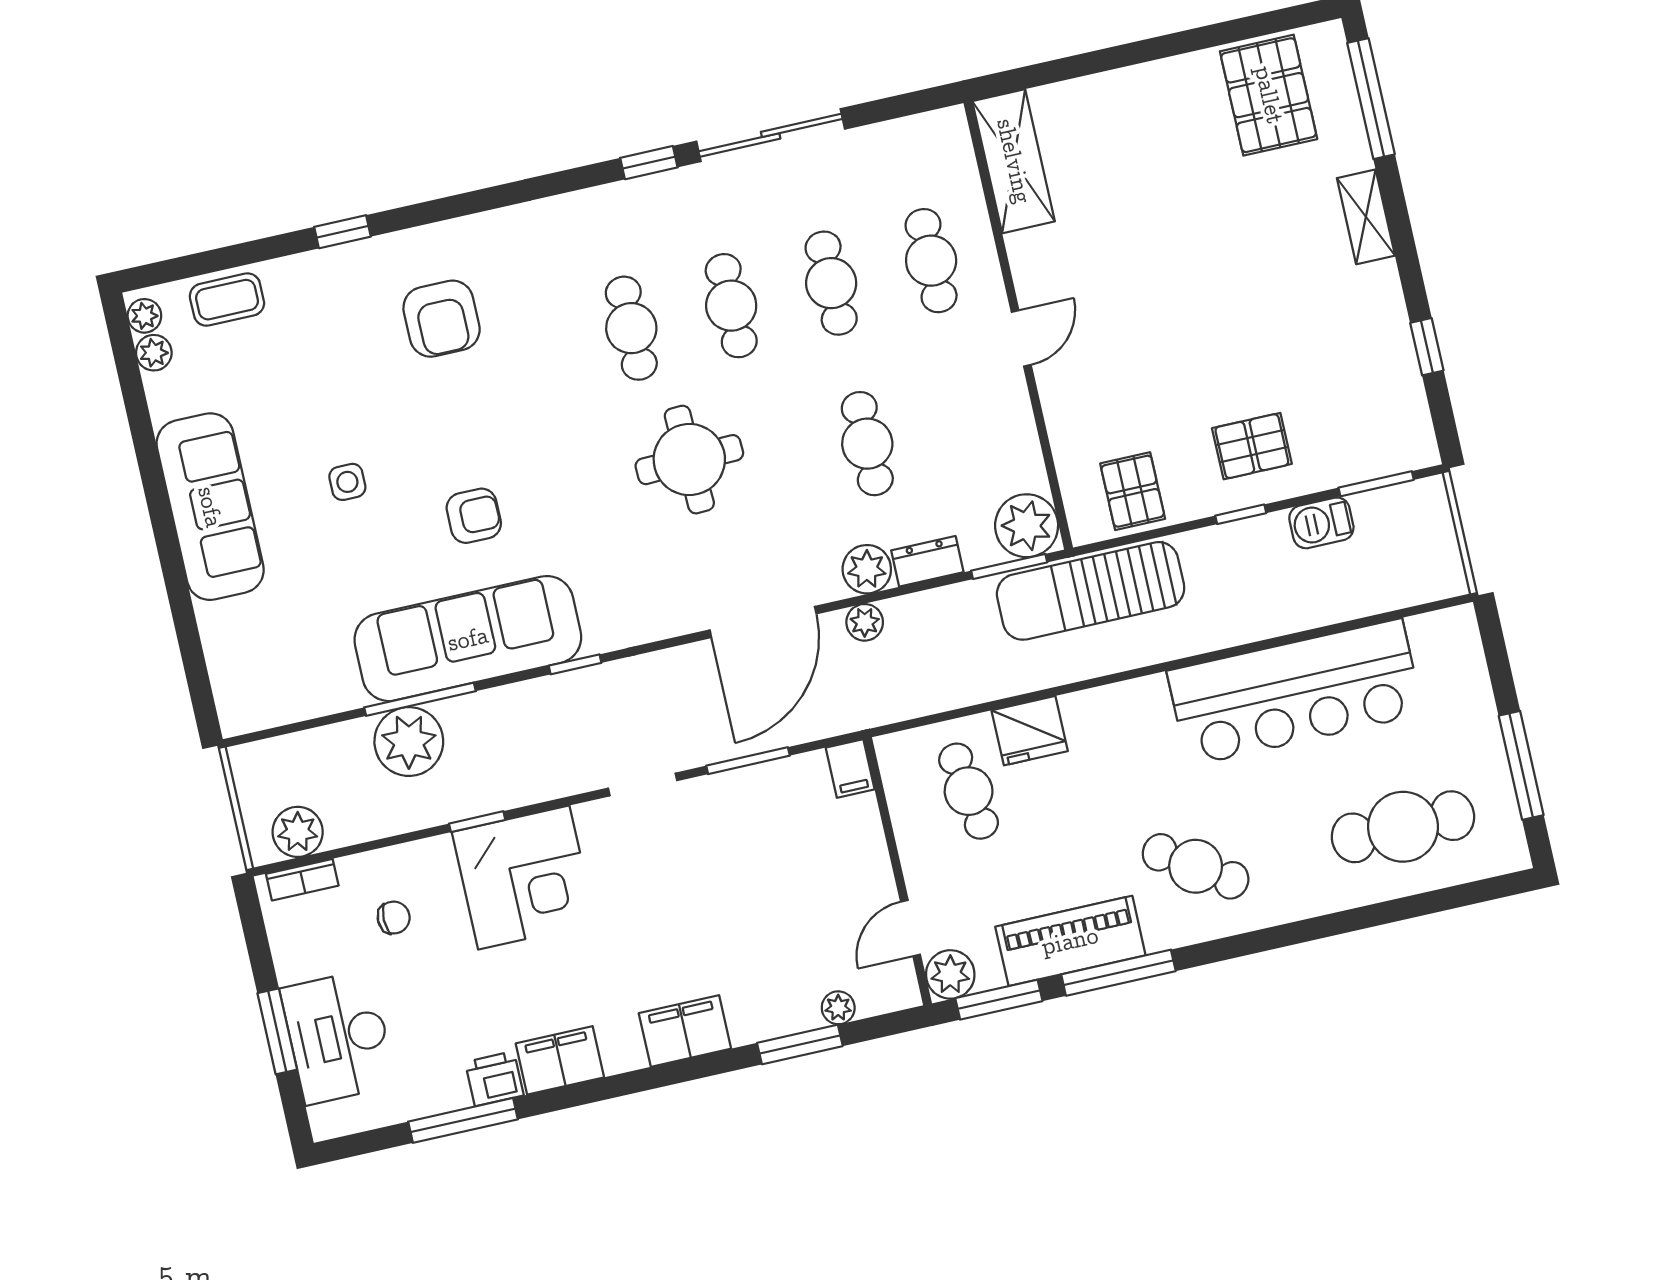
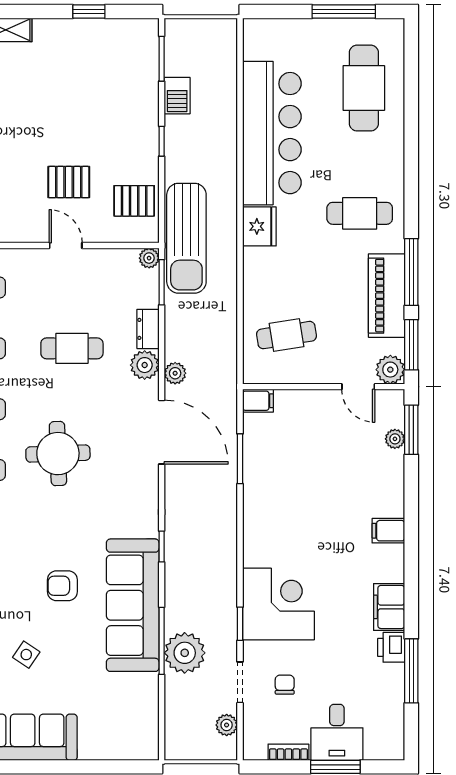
door: (1021, 338) -> (66, 245), moved
pallet: (1252, 446) -> (69, 182), moved, turned 90
side table: (347, 482) -> (26, 655), turned 34
armchair: (474, 516) -> (62, 586), turned -90
plant: (1027, 526) -> (149, 258), width x0.53, depth x0.53
fridge: (1030, 731) -> (259, 226), moved
doorway: (643, 784) -> (240, 682), moved
plant: (298, 832) -> (227, 725), width x0.73, depth x0.73
cafe table: (1196, 866) -> (360, 213), turned 56
bookcase: (302, 880) -> (288, 752), moved, turned -90
filing cabinet: (685, 1031) -> (388, 531), width x0.50
desk: (338, 1037) -> (337, 732), width x0.73
window: (800, 1044) -> (411, 430), moved

